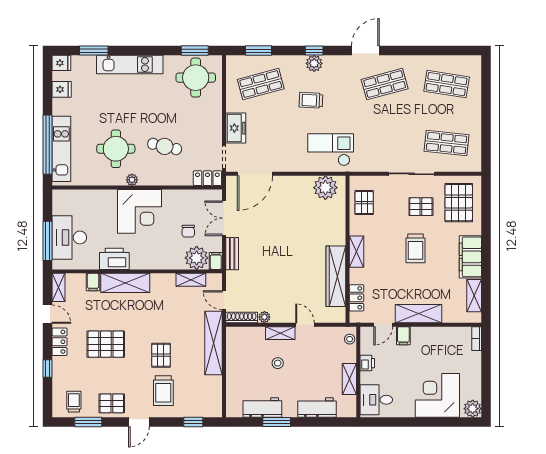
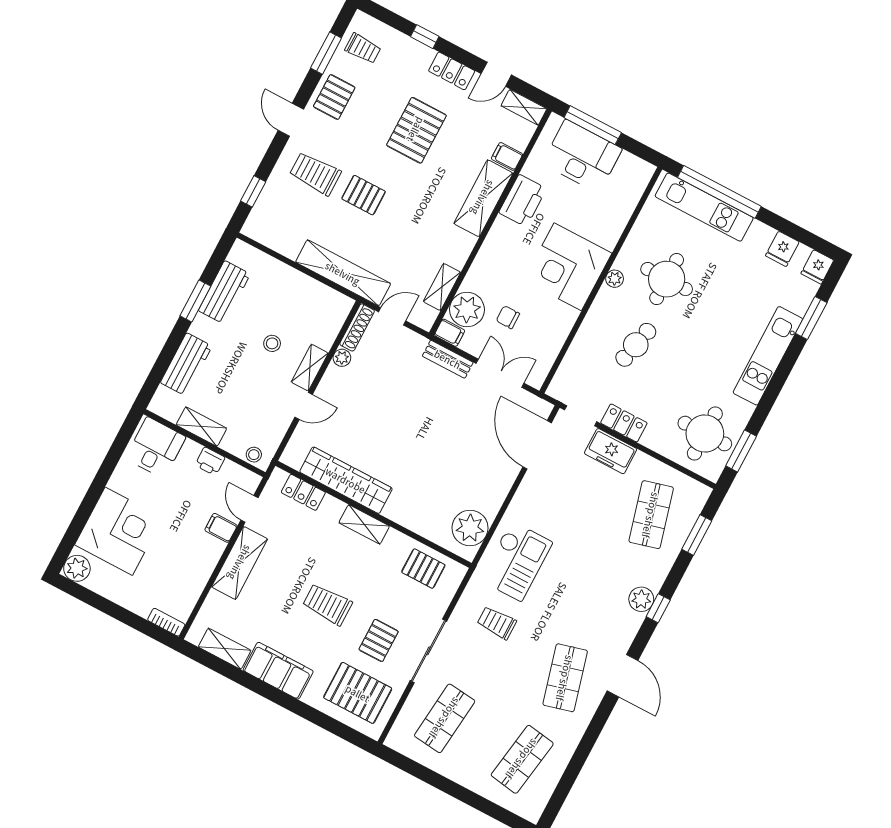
trolley: (311, 100) -> (497, 623), moved, turned -93
locker: (207, 178) -> (624, 423), moved, turned -90

